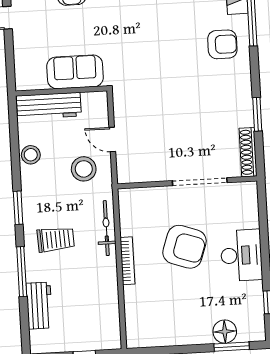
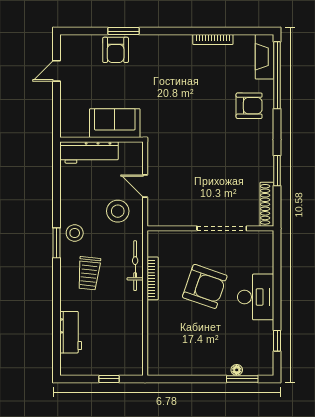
stool: (31, 155) -> (75, 233), moved
trolley: (56, 239) -> (89, 273), turned 99
bookcase: (127, 261) -> (153, 278), moved
window: (22, 272) -> (57, 301), removed
floor lamp: (225, 332) -> (237, 370), width x0.53, depth x0.53

